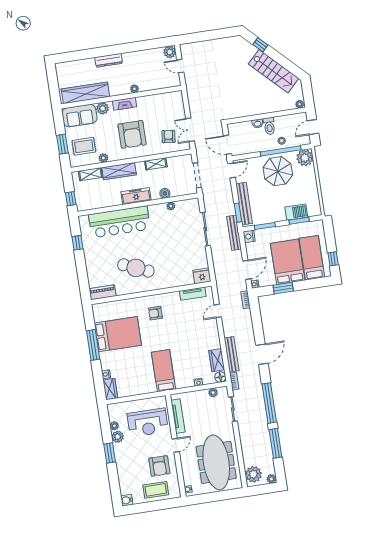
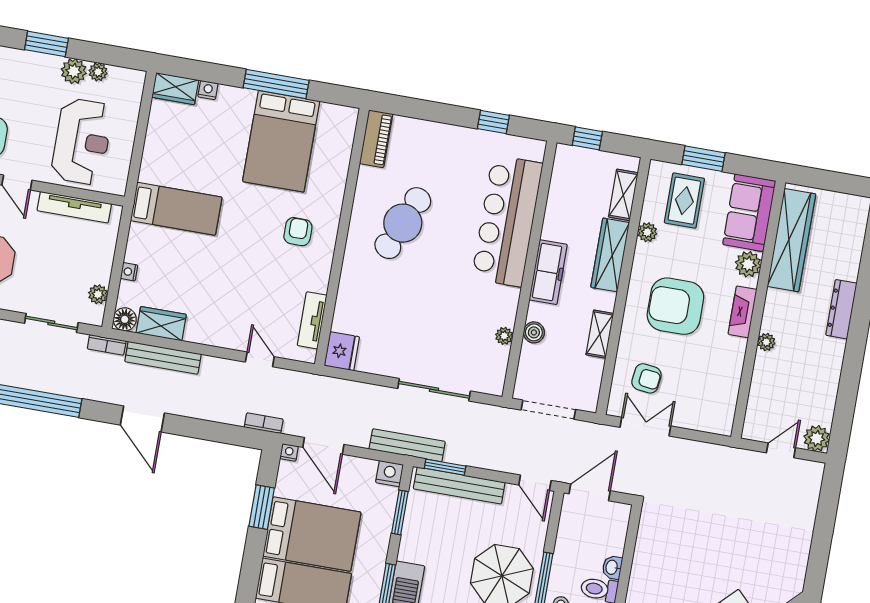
reception desk: (148, 423) -> (82, 142), turned 180

